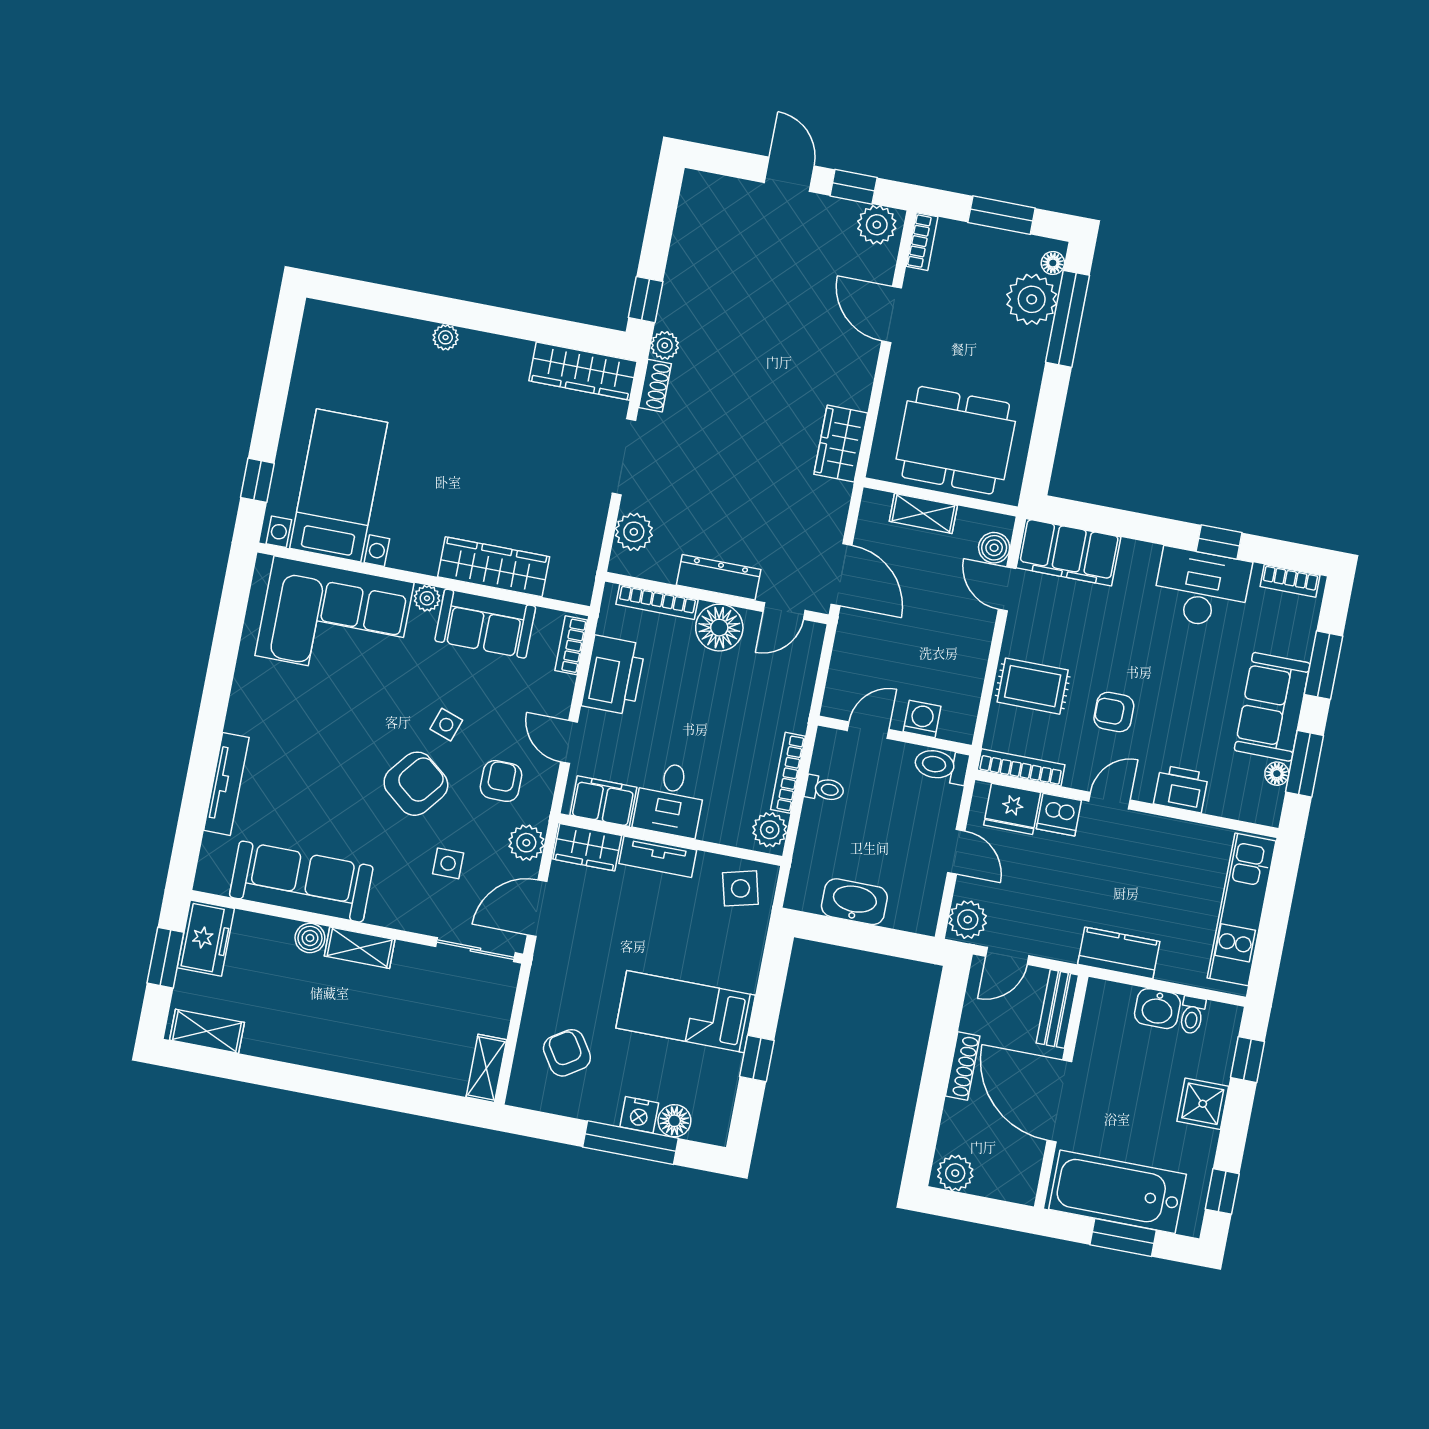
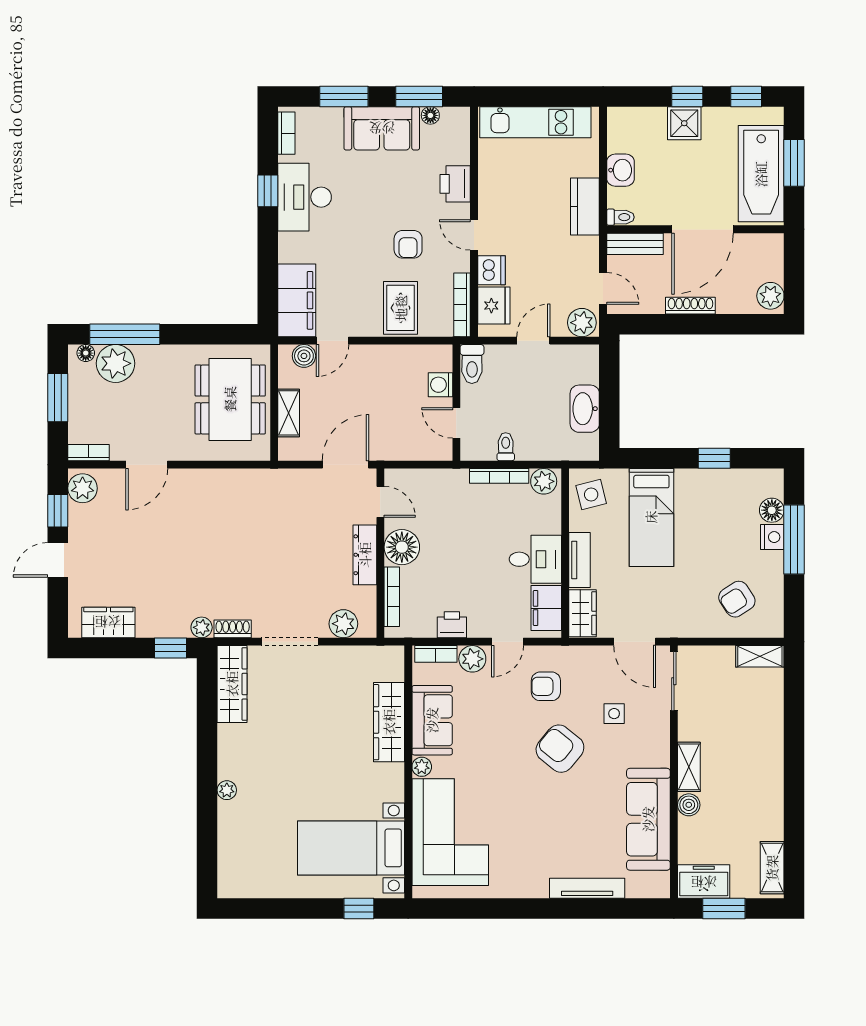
wardrobe: (841, 444) -> (108, 622), moved, turned 180
printer: (614, 675) -> (452, 625), width x0.53, depth x0.68
side table: (446, 725) -> (512, 735), removed
plant: (526, 843) -> (472, 659), moved
bed: (686, 1012) -> (651, 517), moved
toilet: (1192, 1015) -> (620, 217), moved
window: (1248, 1060) -> (687, 96), moved

